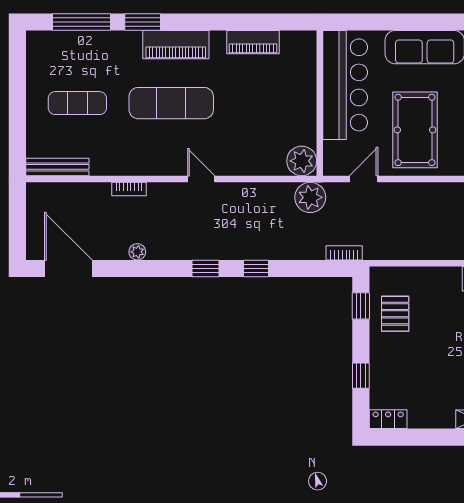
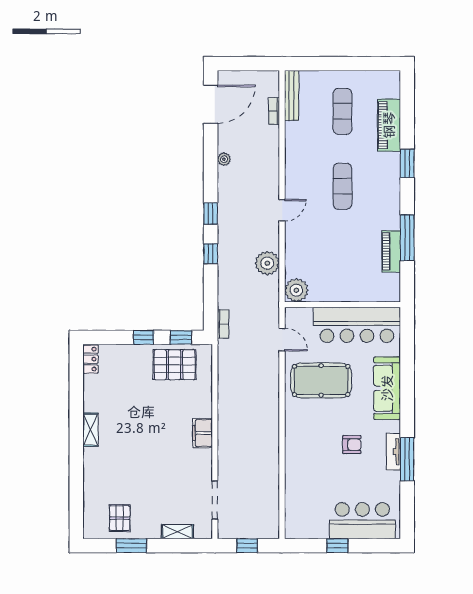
window: (82, 22) -> (407, 238), moved
piano: (176, 45) -> (389, 125), moved
exercise mat: (171, 103) -> (342, 186), width x0.73, depth x0.69
bookcase: (129, 189) -> (274, 111), moved
plant: (310, 197) -> (267, 263), moved
pallet: (395, 314) -> (175, 365), width x1.50, depth x1.42
window: (361, 376) -> (144, 337), moved

